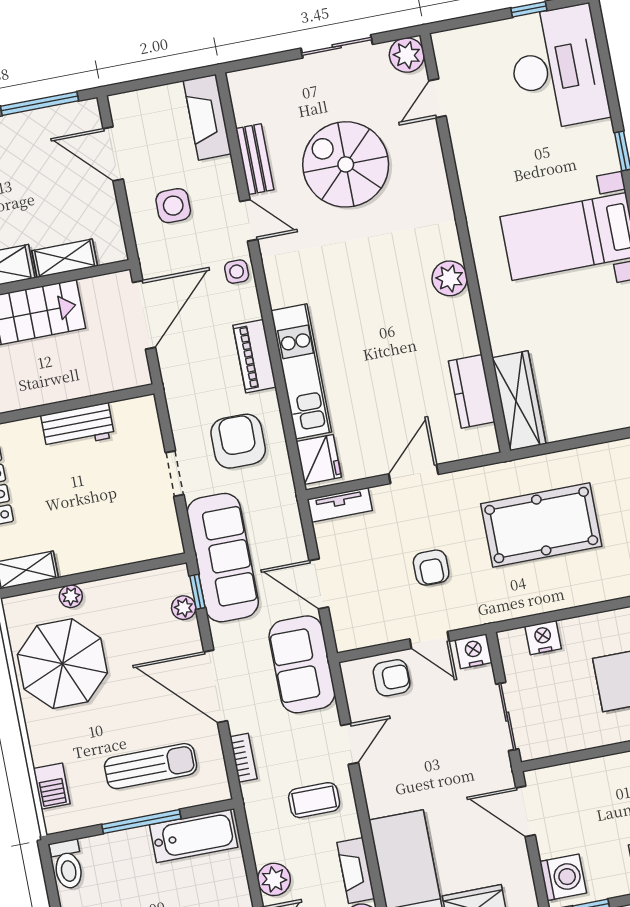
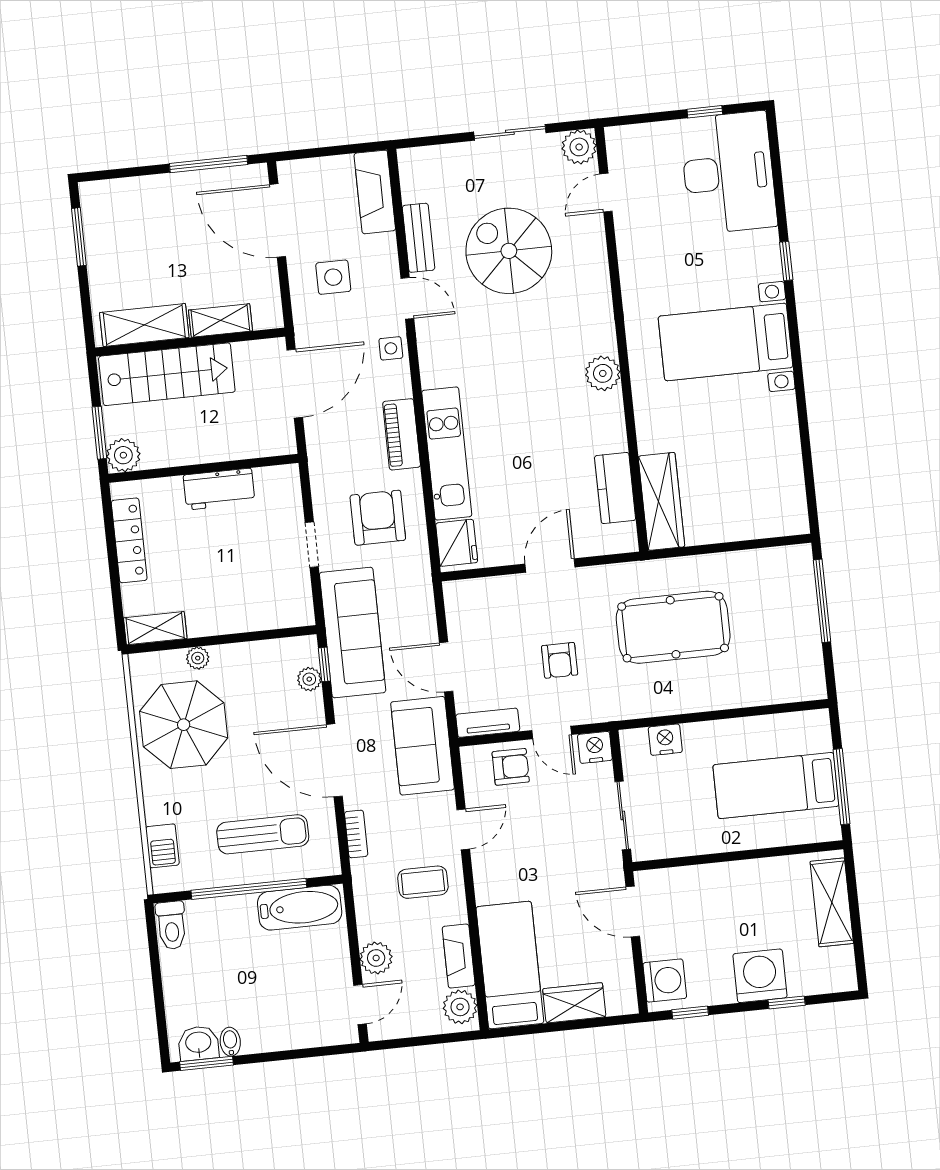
door: (113, 154) -> (278, 220), width x1.36
tv unit: (340, 505) -> (488, 723), moved, turned 180
window: (141, 822) -> (249, 889), width x1.46

